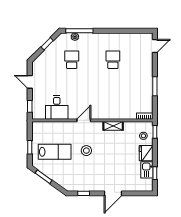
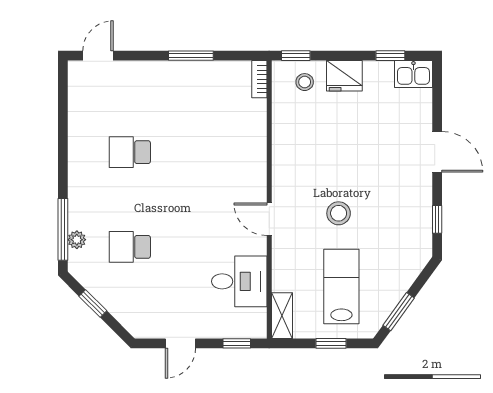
door: (155, 46) -> (98, 56), hinge flipped
shelving: (113, 126) -> (282, 316), moved
kitchen sink: (147, 170) -> (413, 74), moved

